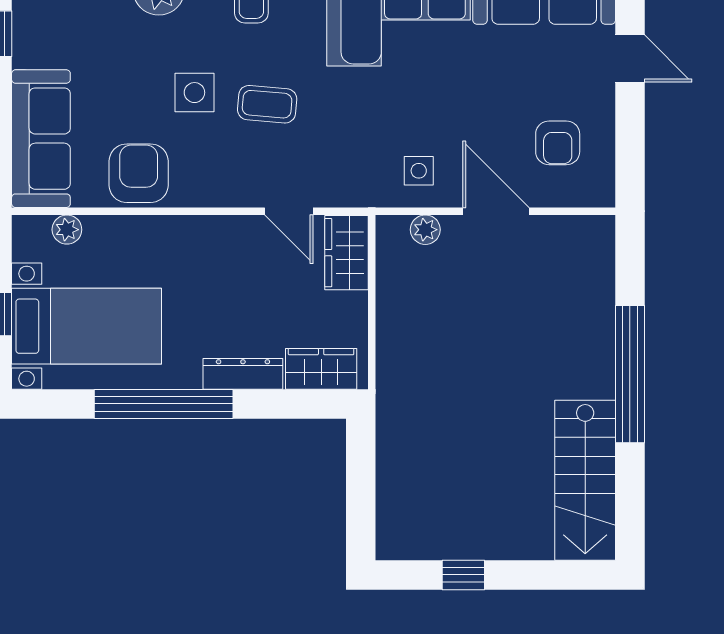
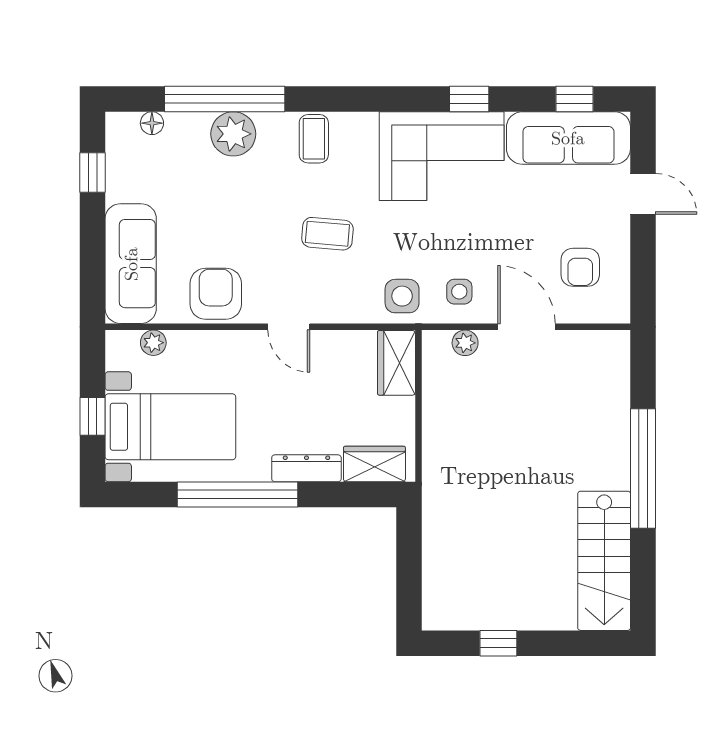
side table: (194, 93) -> (402, 296), moved
door: (289, 211) -> (289, 327), moved

